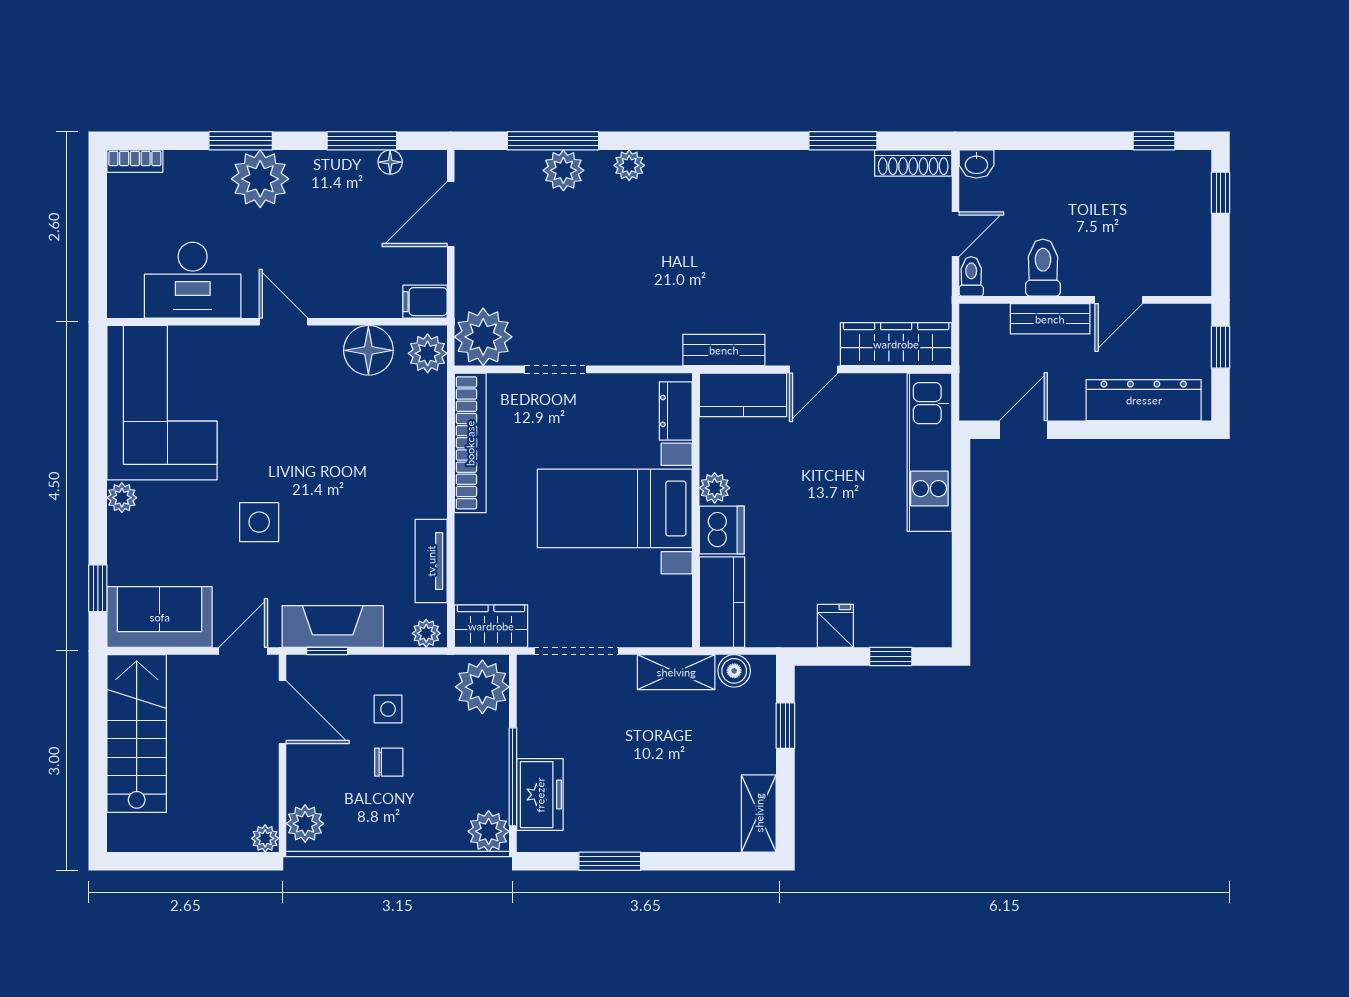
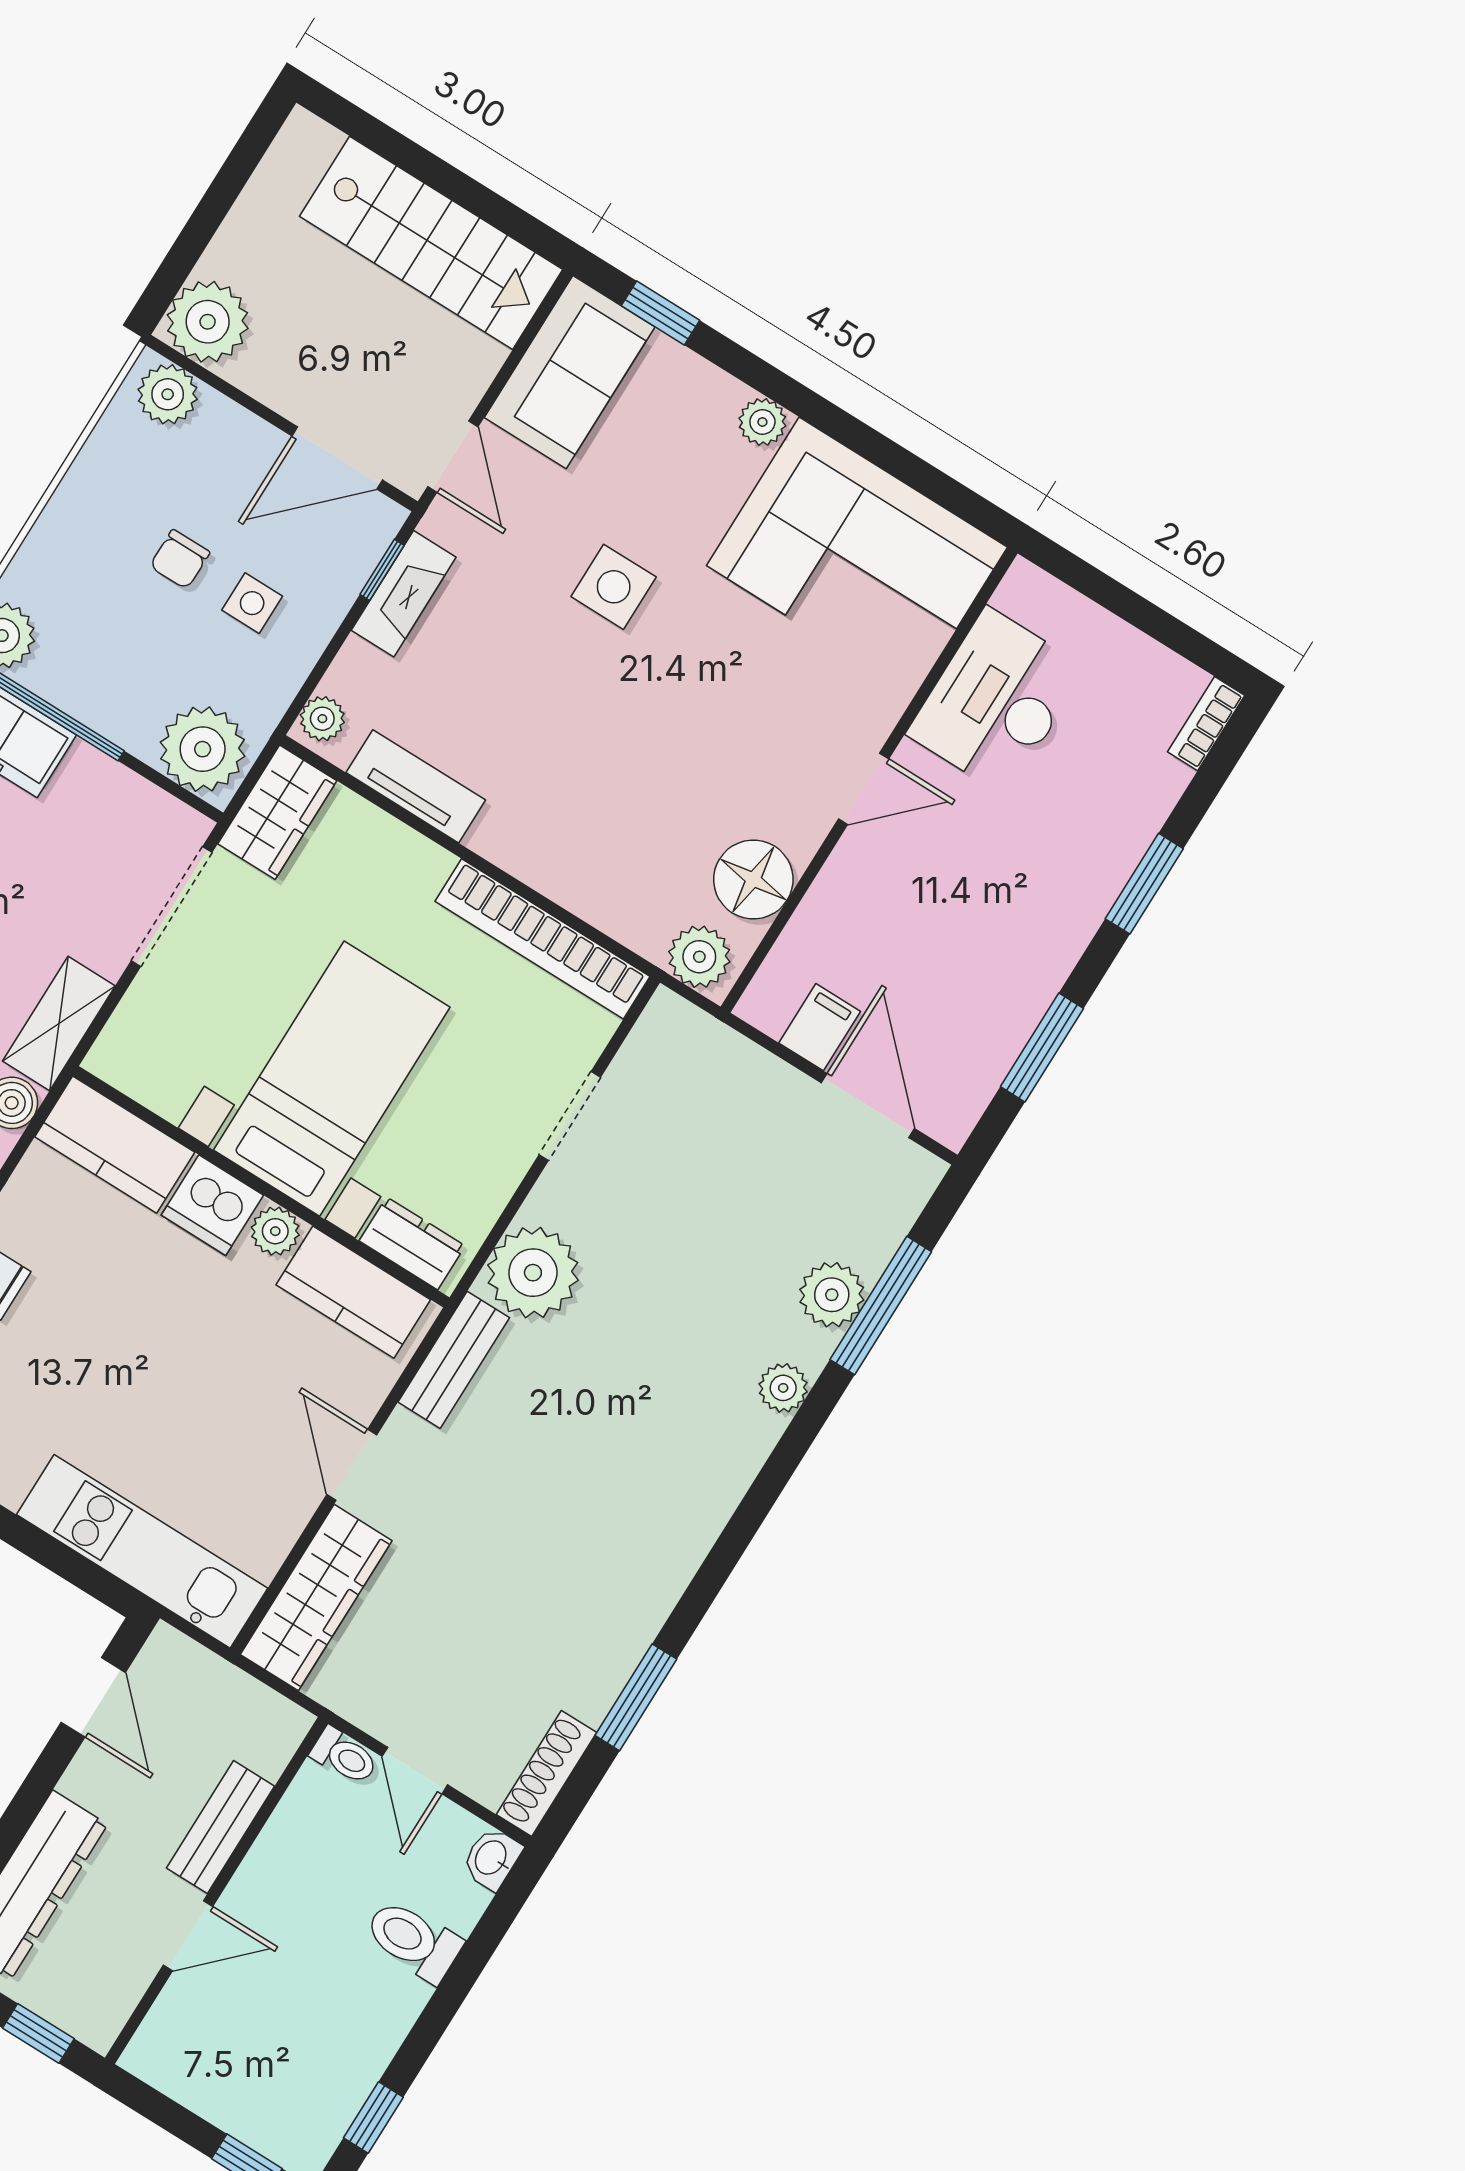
floor lamp: (390, 162) -> (989, 1068), removed
plant: (260, 179) -> (1077, 878), removed
toilet: (1043, 268) -> (413, 1940), moved, turned 180
door: (1119, 300) -> (188, 1936), swing flipped
filing cabinet: (425, 302) -> (820, 1027), moved
plant: (483, 337) -> (533, 1273), moved
kitchen counter: (743, 395) -> (353, 1292), moved, turned -90
fireplace: (333, 627) -> (404, 594), width x0.73, depth x0.76
plant: (265, 838) -> (208, 322), width x1.87, depth x1.87

